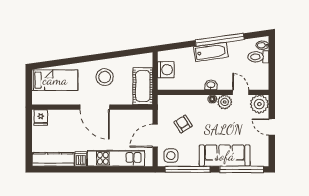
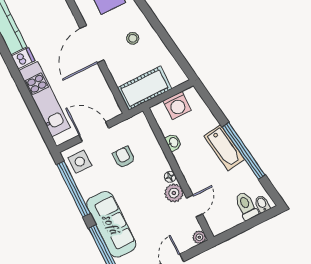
stool: (105, 77) -> (133, 38), width x0.53, depth x0.53
washbasin: (211, 85) -> (173, 142), moved
plant: (259, 104) -> (199, 237), width x0.53, depth x0.53
armchair: (183, 124) -> (124, 157), turned -58

